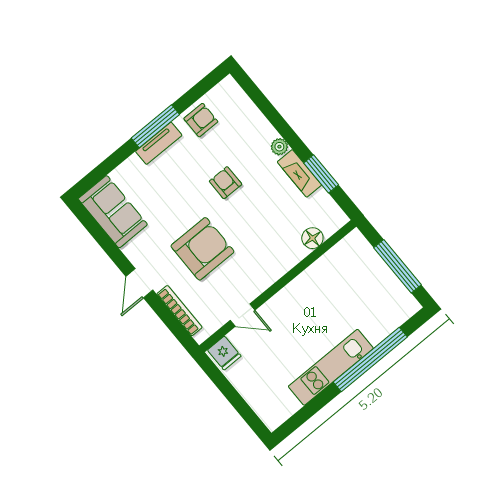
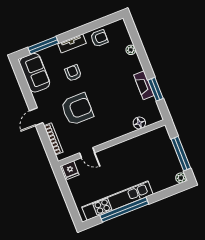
window: (155, 126) -> (43, 45), moved
plant: (279, 147) -> (131, 50), moved
armchair: (226, 183) -> (73, 73), moved
plant: (411, 306) -> (181, 178), added
window: (370, 359) -> (124, 210), moved
kitchen unit: (331, 367) -> (117, 201), width x1.36

